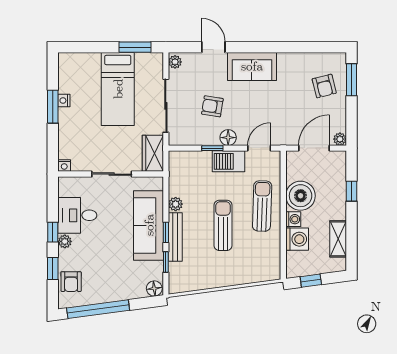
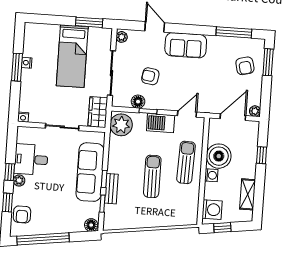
window: (308, 47) -> (234, 32), added
floor lamp: (228, 138) -> (138, 102), moved
plant: (176, 204) -> (121, 125), moved, width x1.87, depth x1.87
bench: (175, 237) -> (111, 189), width x0.73
washing machine: (297, 239) -> (212, 210), moved

